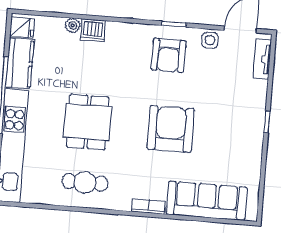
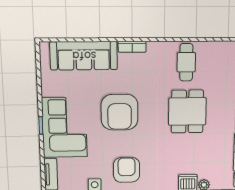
corner sofa: (239, 116) -> (64, 128), added
cafe table: (85, 182) -> (186, 62), turned 90

